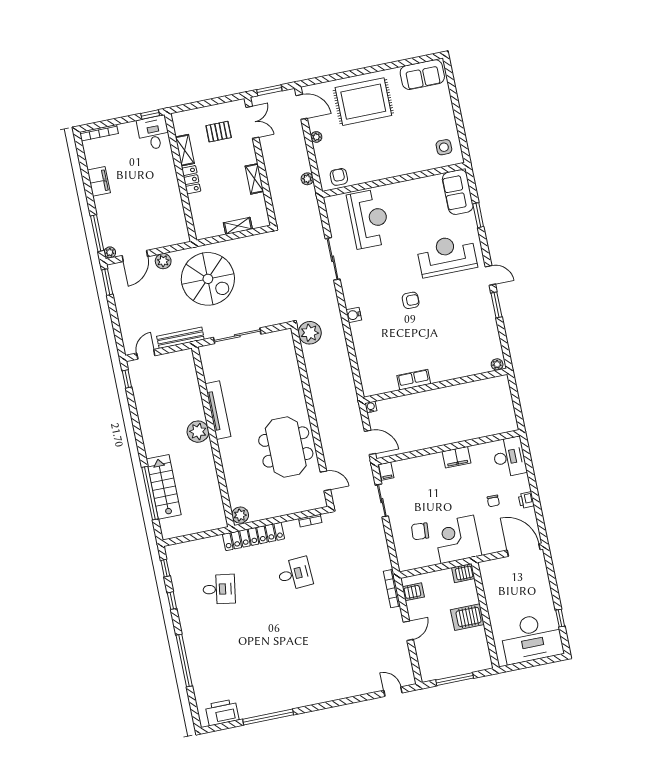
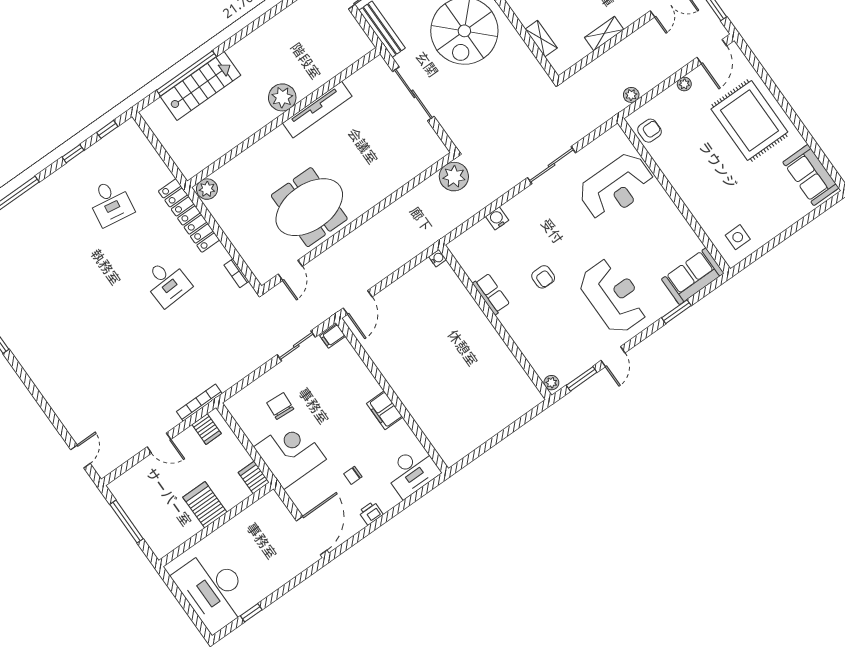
plant: (497, 364) -> (551, 383), moved
row of seats: (414, 380) -> (491, 294), moved
wall: (436, 386) -> (495, 322), moved
water cooler: (371, 407) -> (438, 258), moved

